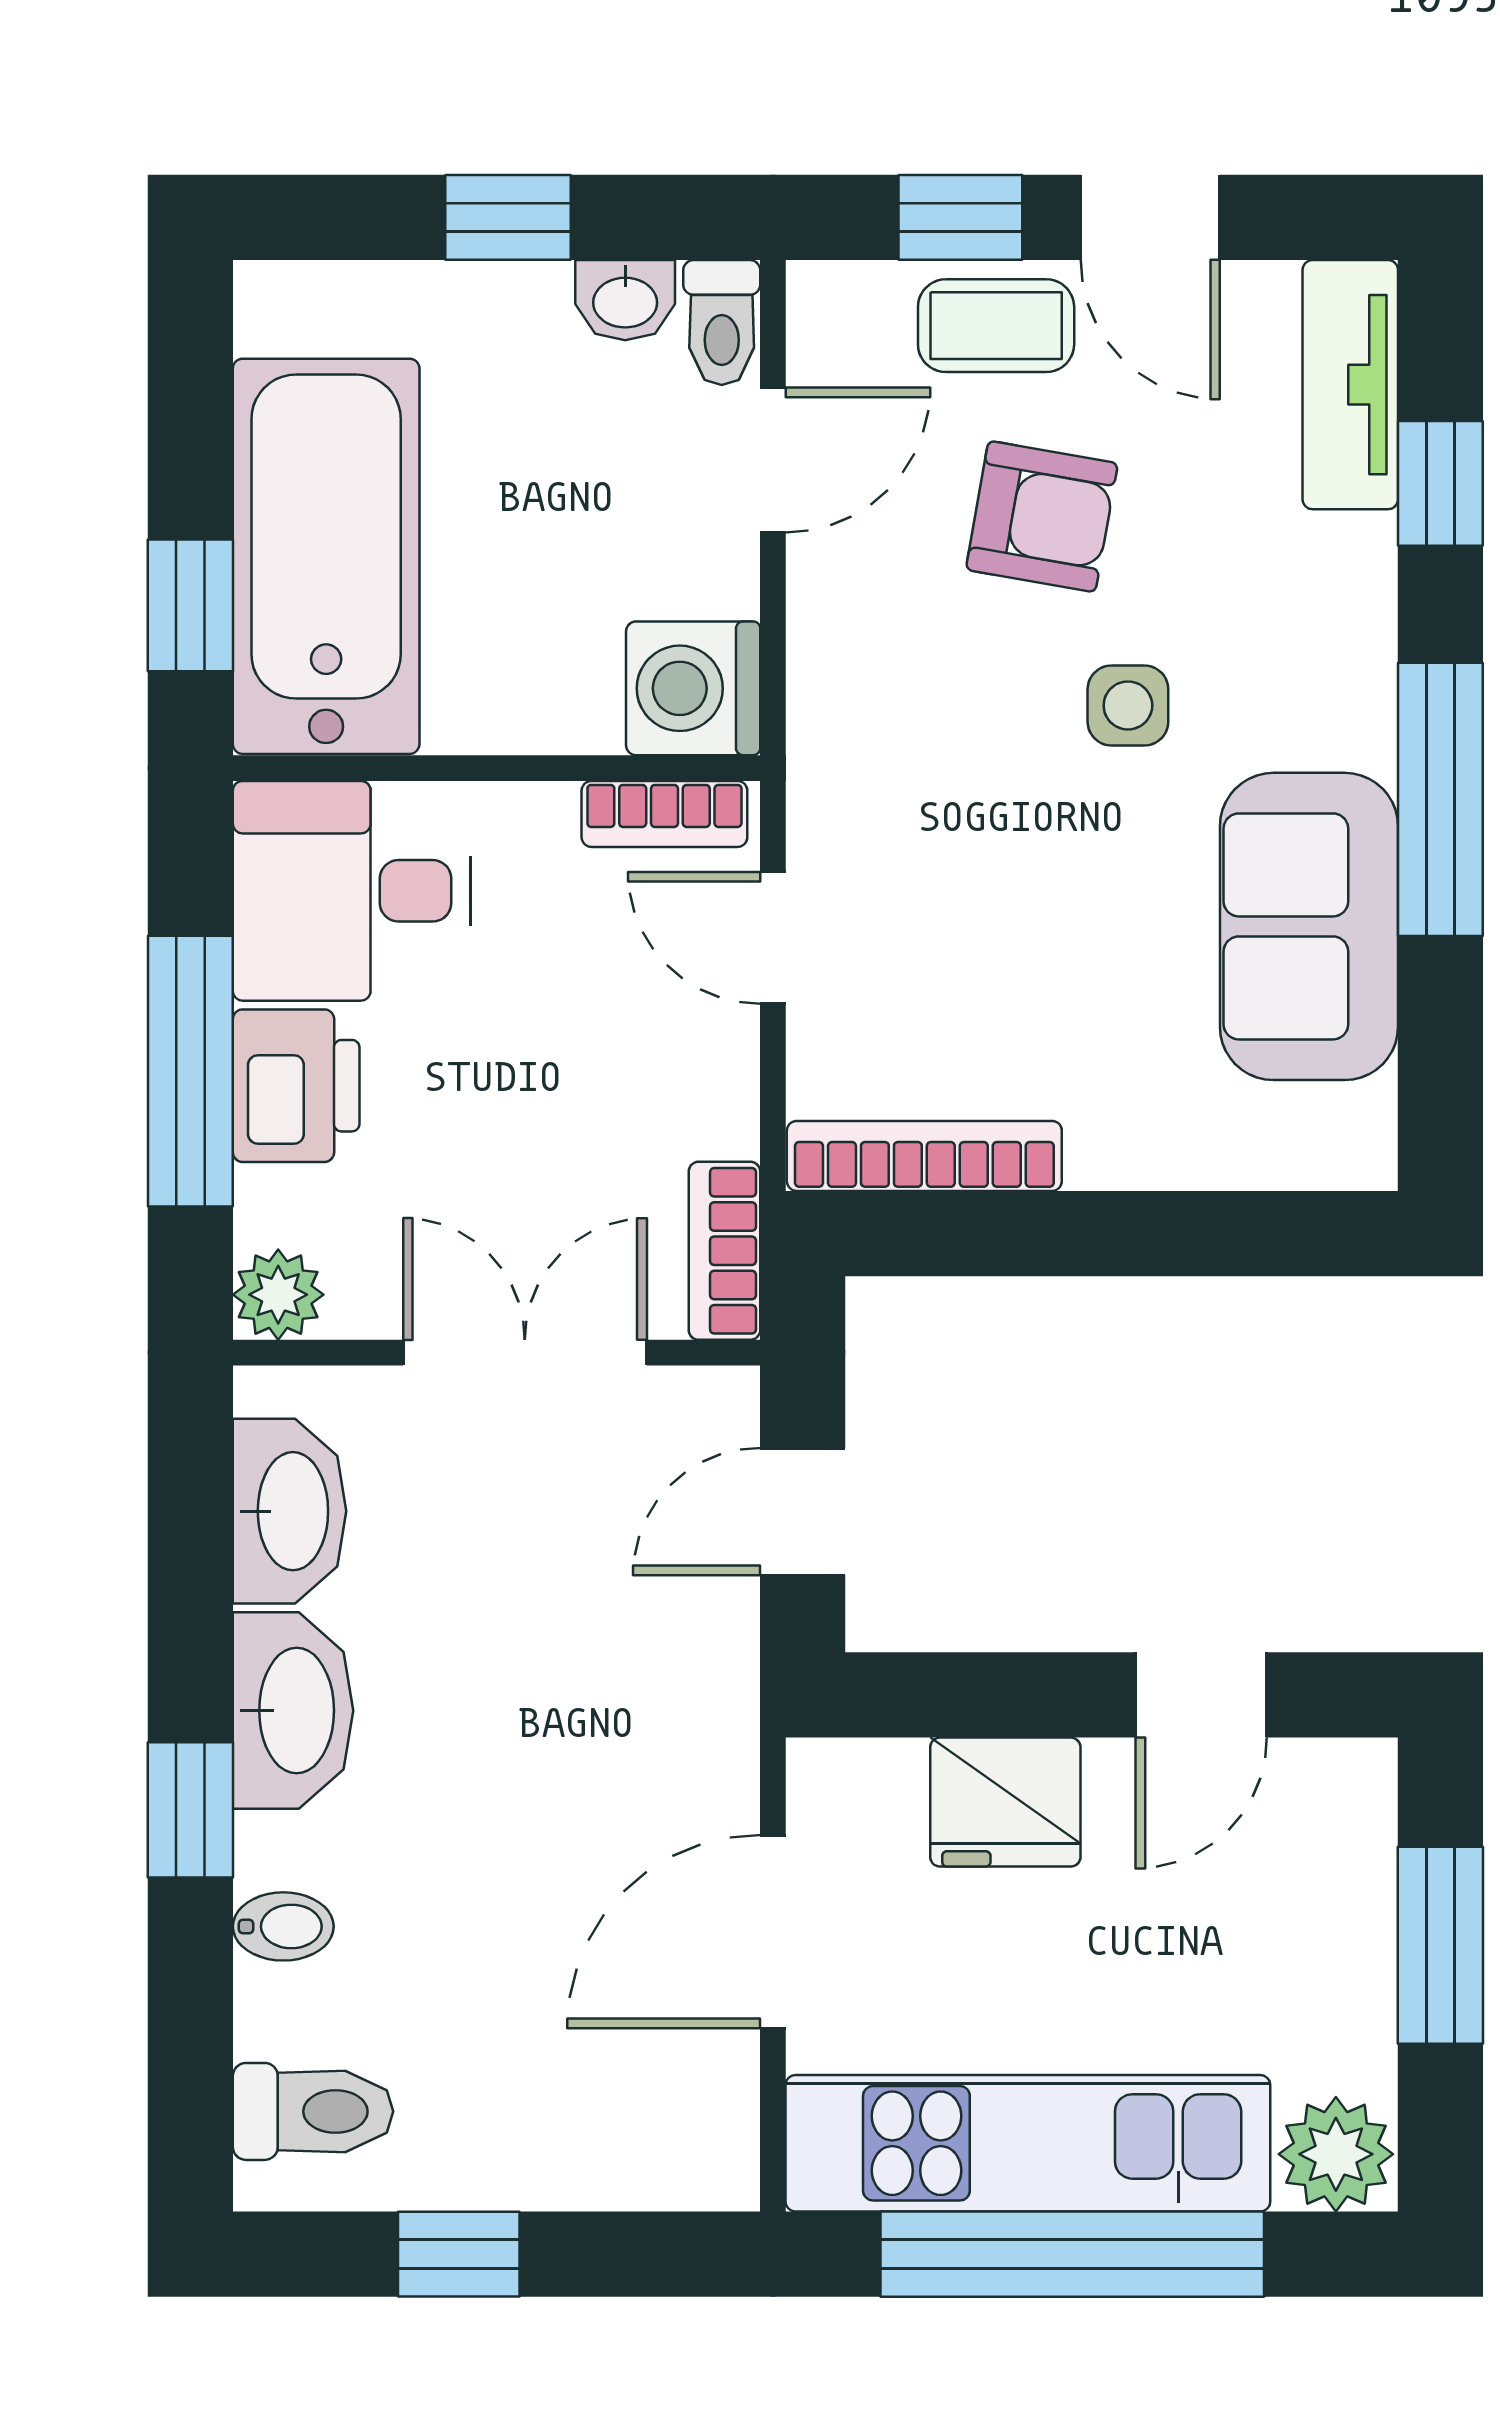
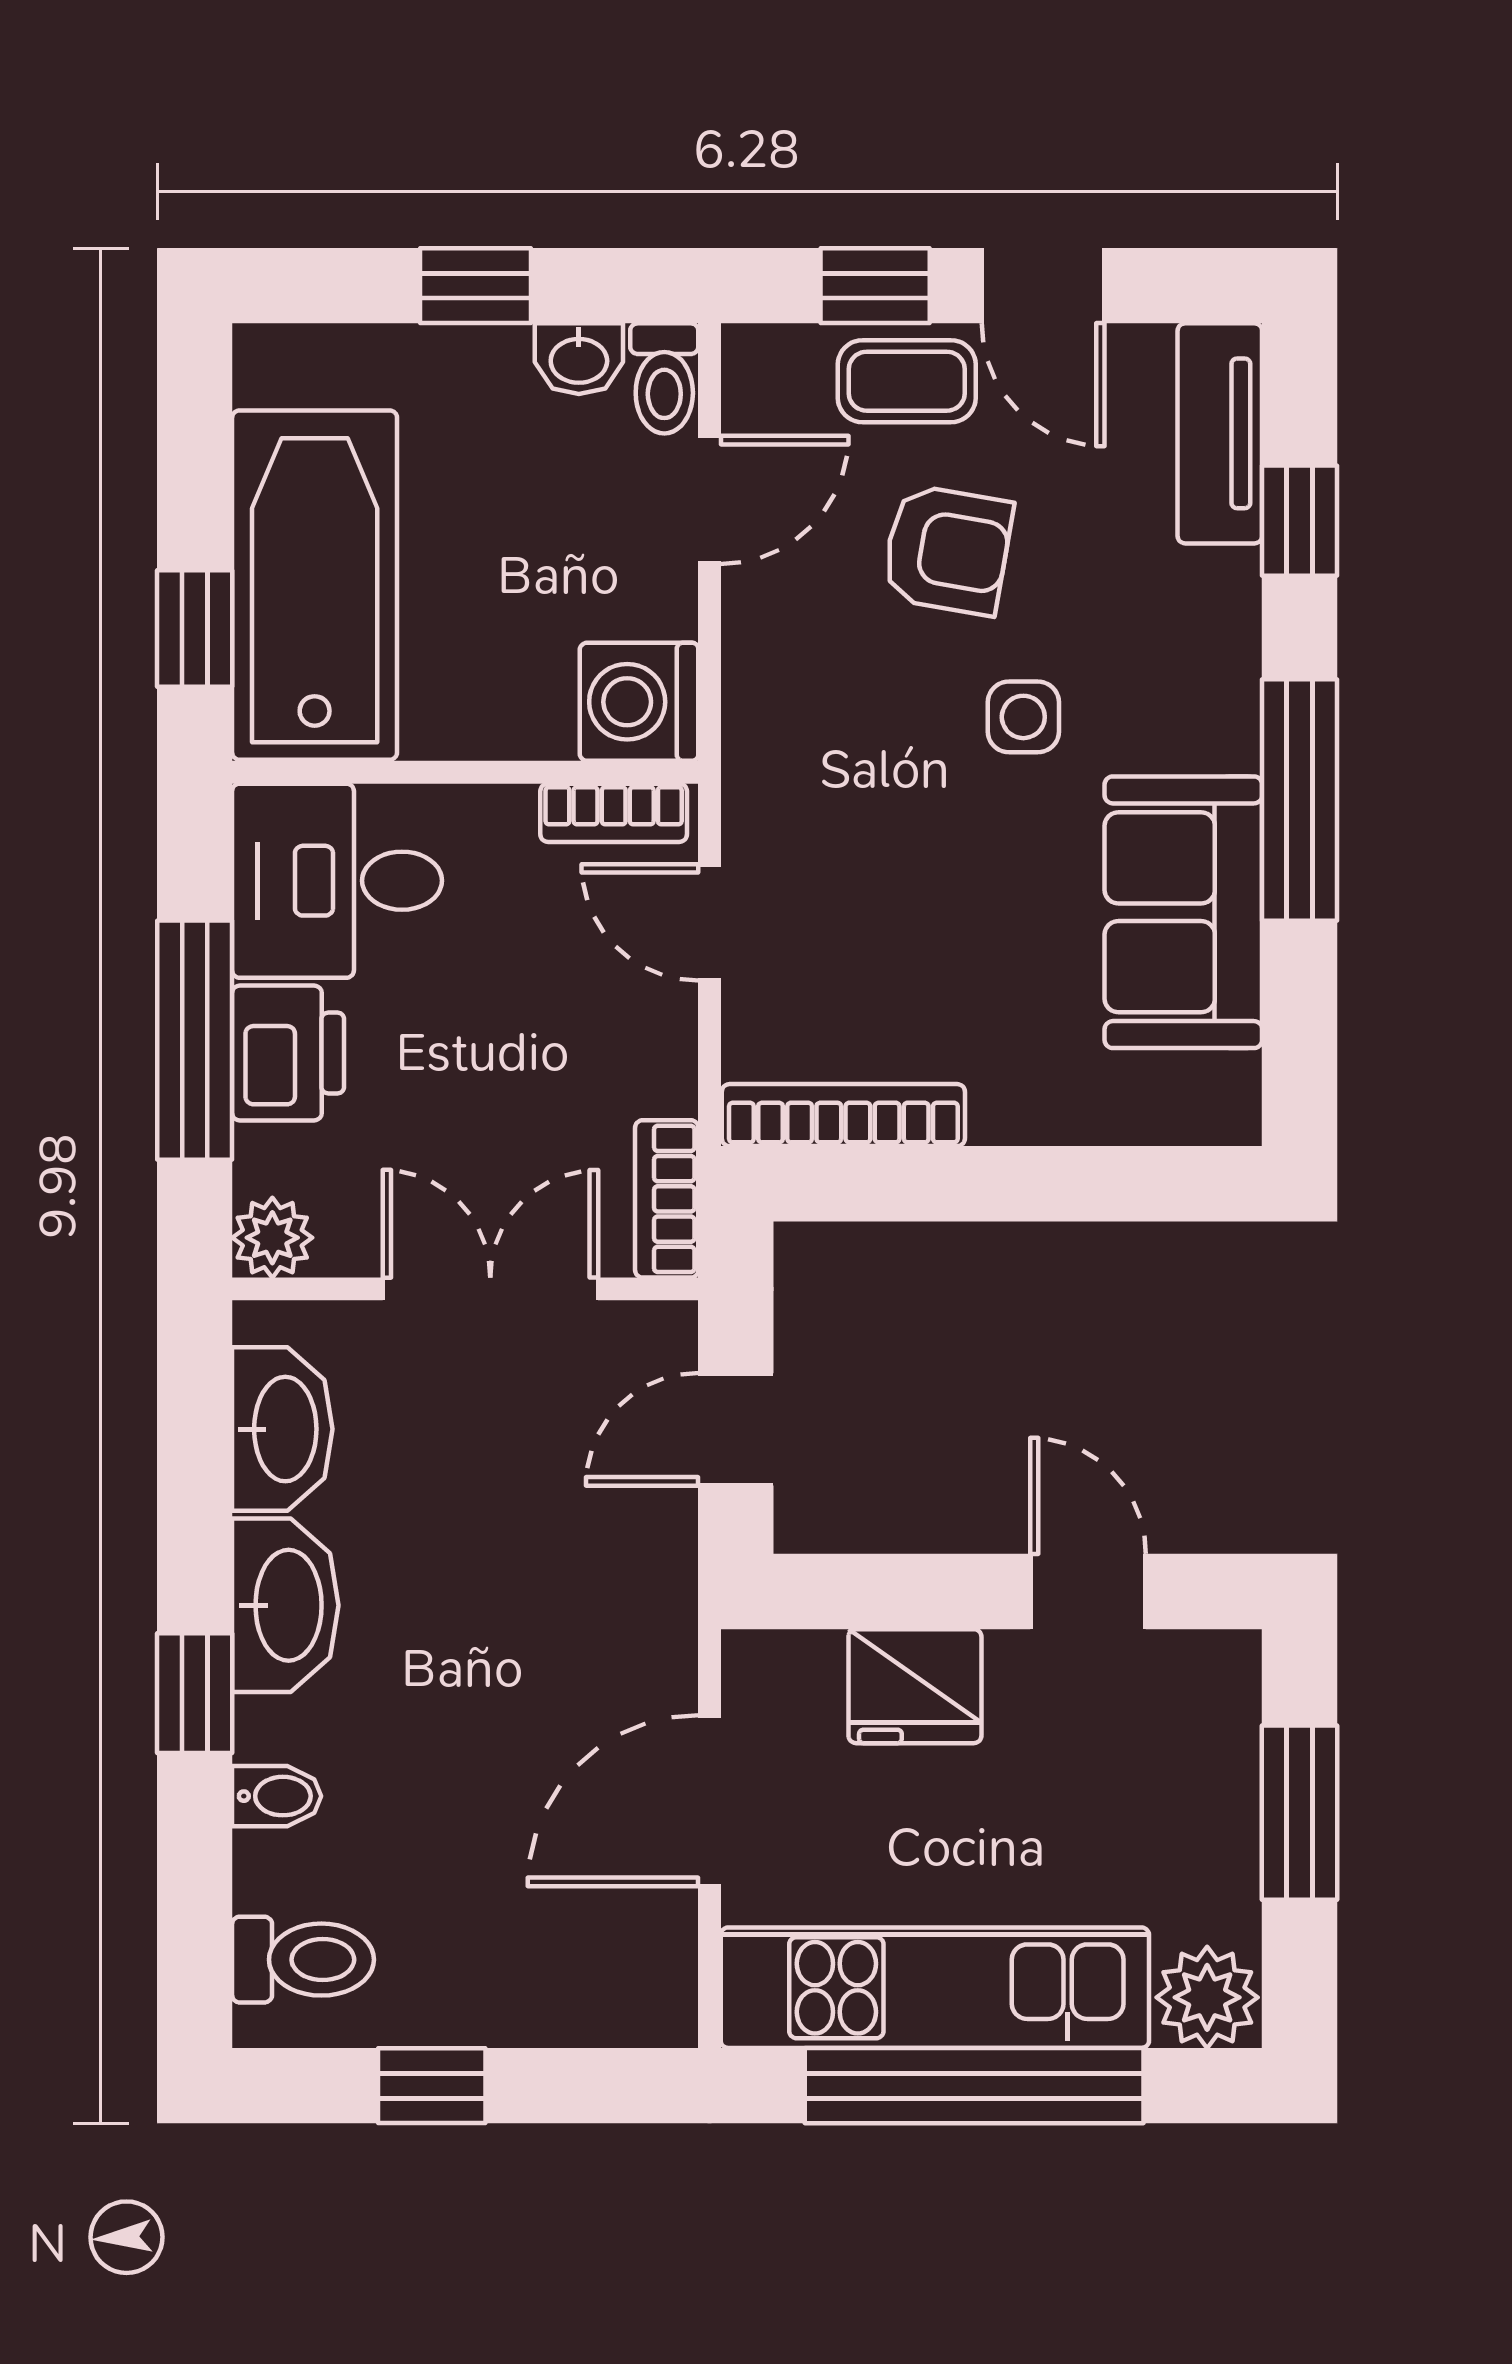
door: (1201, 1695) -> (1088, 1591), swing flipped

